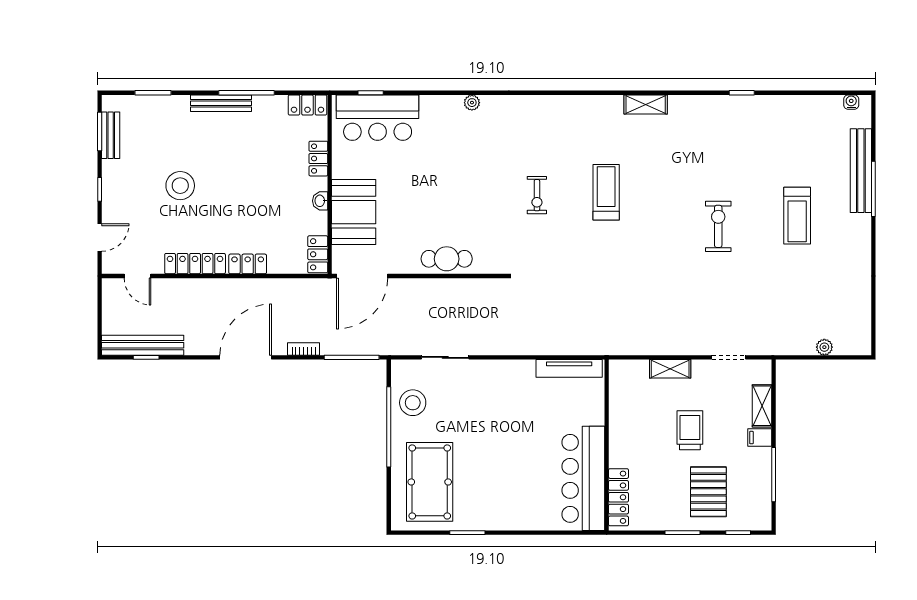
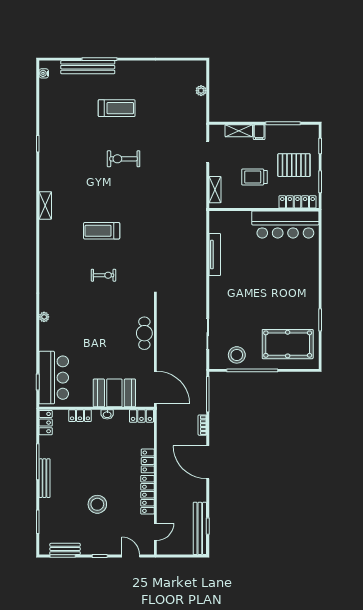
wall: (607, 445) -> (264, 210), moved
bar counter: (583, 478) -> (285, 224), moved
locker: (618, 497) -> (297, 202), moved

